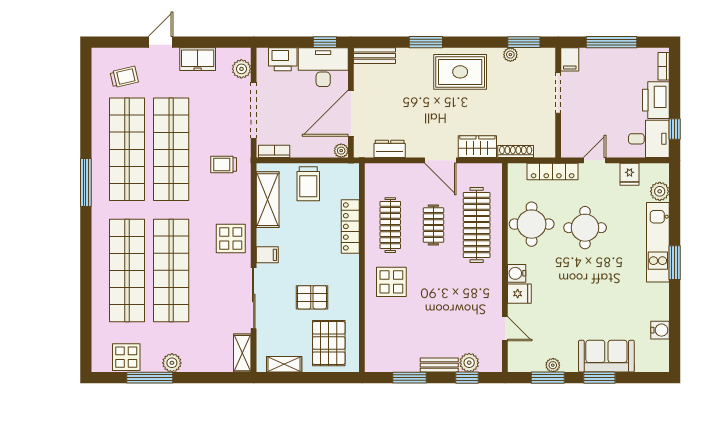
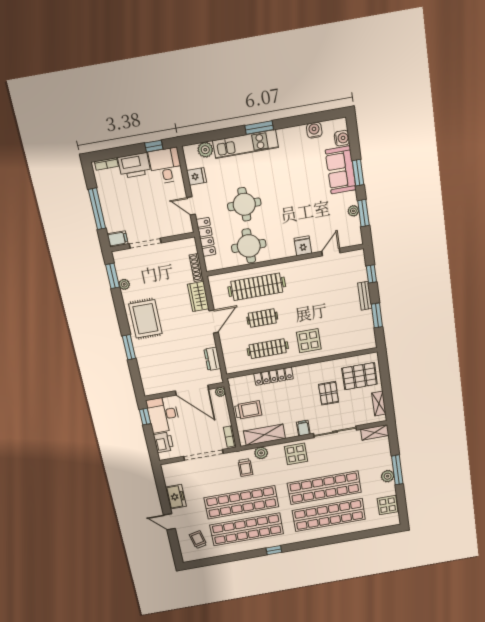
bench: (375, 56) -> (147, 381), removed
plant: (241, 69) -> (261, 453), moved
window: (86, 182) -> (274, 550), width x0.46
water cooler: (517, 273) -> (342, 138), moved, turned -90
plant: (469, 363) -> (360, 274), removed
window: (150, 378) -> (397, 470), moved

